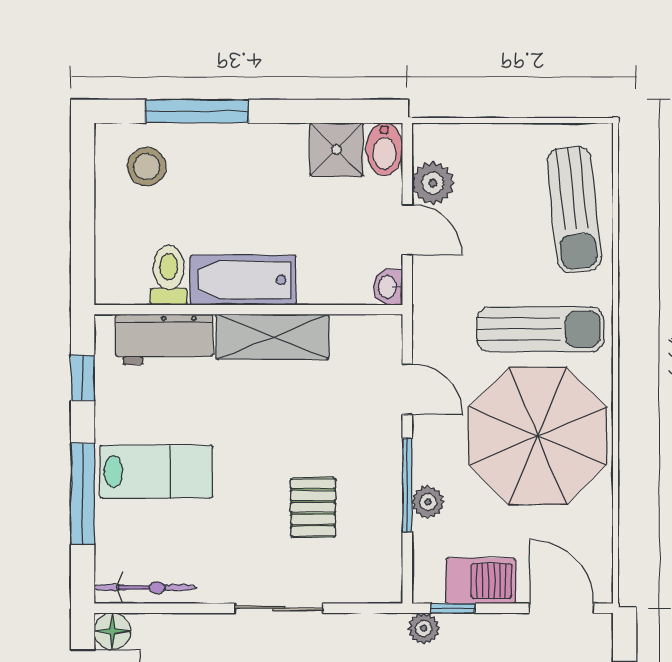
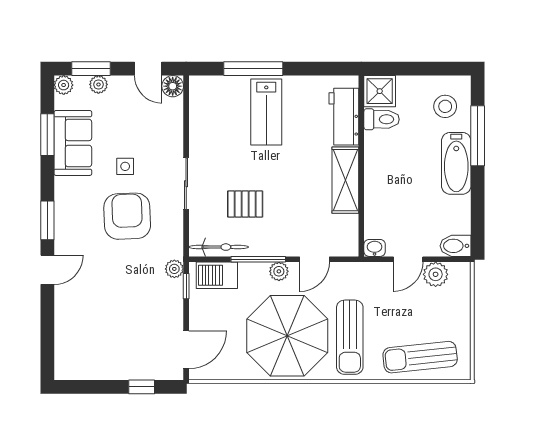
shower: (336, 149) -> (380, 91), moved
bathtub: (243, 280) -> (456, 163), moved, turned 180
window: (83, 378) -> (321, 69), removed
plant: (428, 502) -> (279, 271), moved
barbecue: (481, 581) -> (217, 275), moved, turned 90
bicycle: (145, 588) -> (219, 247), moved, turned -90

